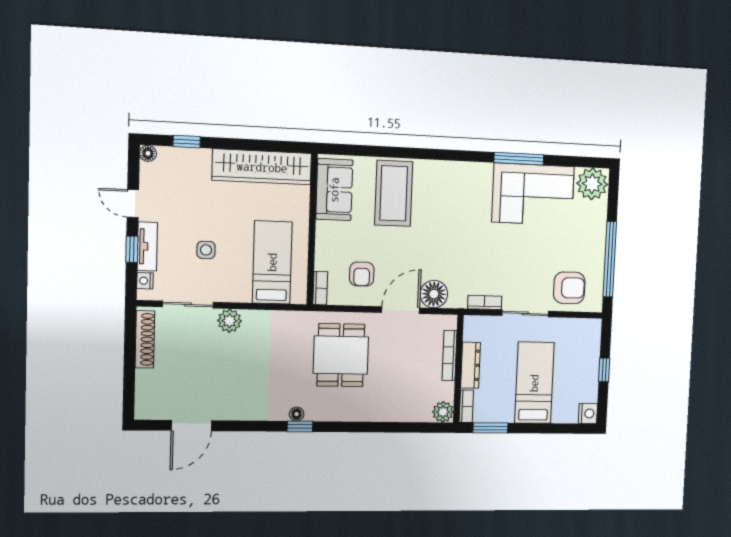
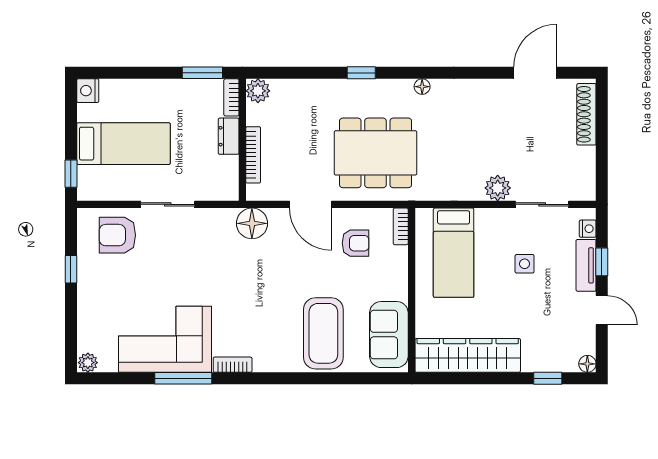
plant: (592, 184) -> (88, 363), width x0.53, depth x0.53
window: (610, 259) -> (71, 269), width x0.32
armchair: (362, 274) -> (356, 243), turned 90
floor lamp: (434, 294) -> (252, 223), moved
bookcase: (485, 302) -> (233, 365), moved, turned 180
door: (401, 310) -> (311, 204), hinge flipped
shoe rack: (145, 339) -> (586, 114), moved
dining table: (341, 355) -> (376, 153), width x1.38
dresser: (470, 365) -> (229, 136), width x0.70
window: (604, 370) -> (71, 174), moved
bed: (534, 383) -> (123, 144), moved, turned -90
window: (300, 426) -> (361, 73), moved

